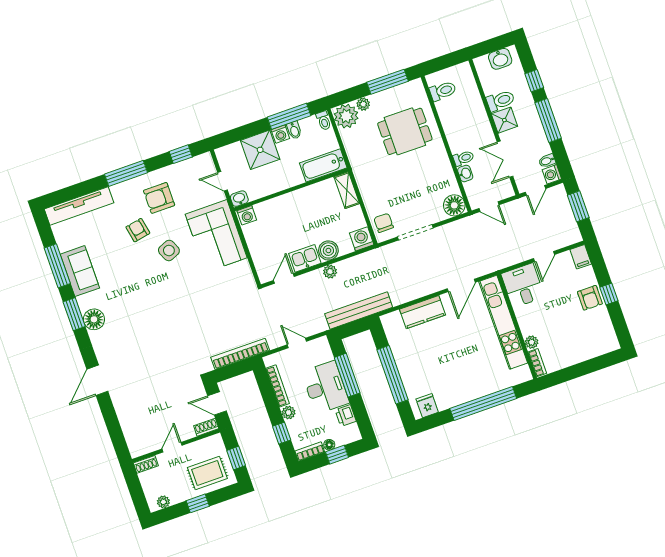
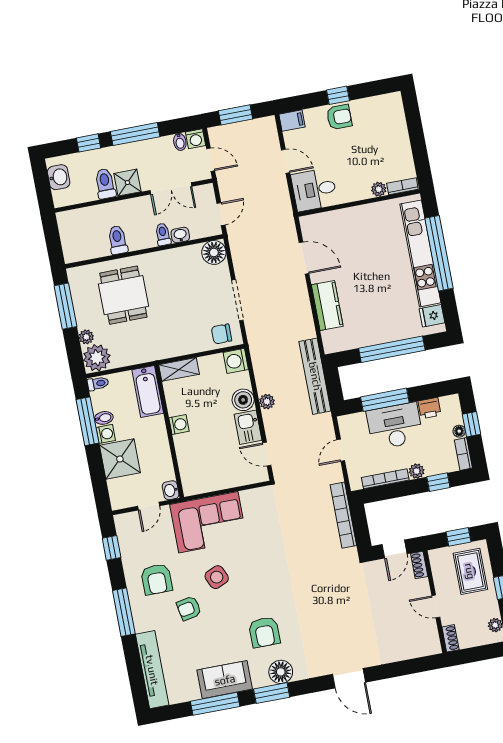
toilet: (443, 91) -> (118, 240), moved
washing machine: (247, 215) -> (179, 424), moved
armchair: (127, 300) -> (264, 632), added
kitchen unit: (503, 322) -> (420, 253), moved, turned 90

